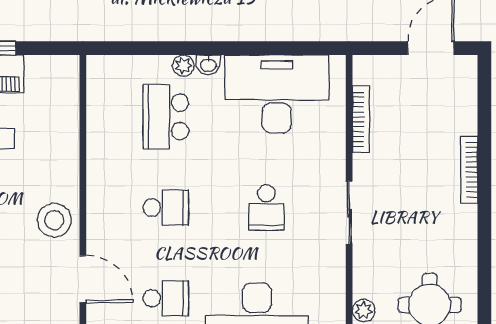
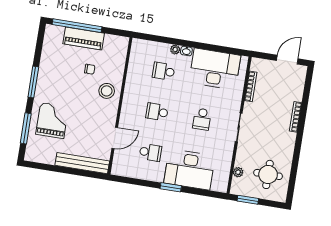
school desk: (166, 117) -> (164, 71), width x0.54
school desk: (166, 208) -> (157, 112), turned 180
stool: (54, 220) -> (107, 91), moved
door: (83, 279) -> (115, 138), hinge flipped

